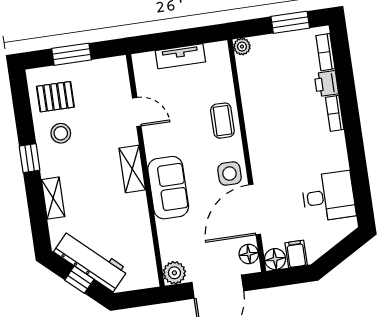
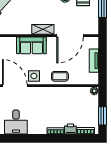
door: (137, 112) -> (70, 36), width x1.88

